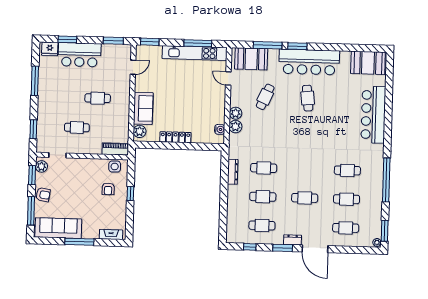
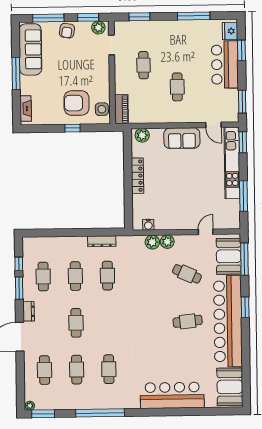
window: (268, 45) -> (244, 259), moved
kitchen unit: (195, 53) -> (232, 163), moved
bar counter: (309, 62) -> (228, 321), width x1.36
sofa: (143, 108) -> (182, 138), moved
armchair: (108, 189) -> (77, 103), width x1.88, depth x1.88
window: (283, 248) -> (19, 288), moved

